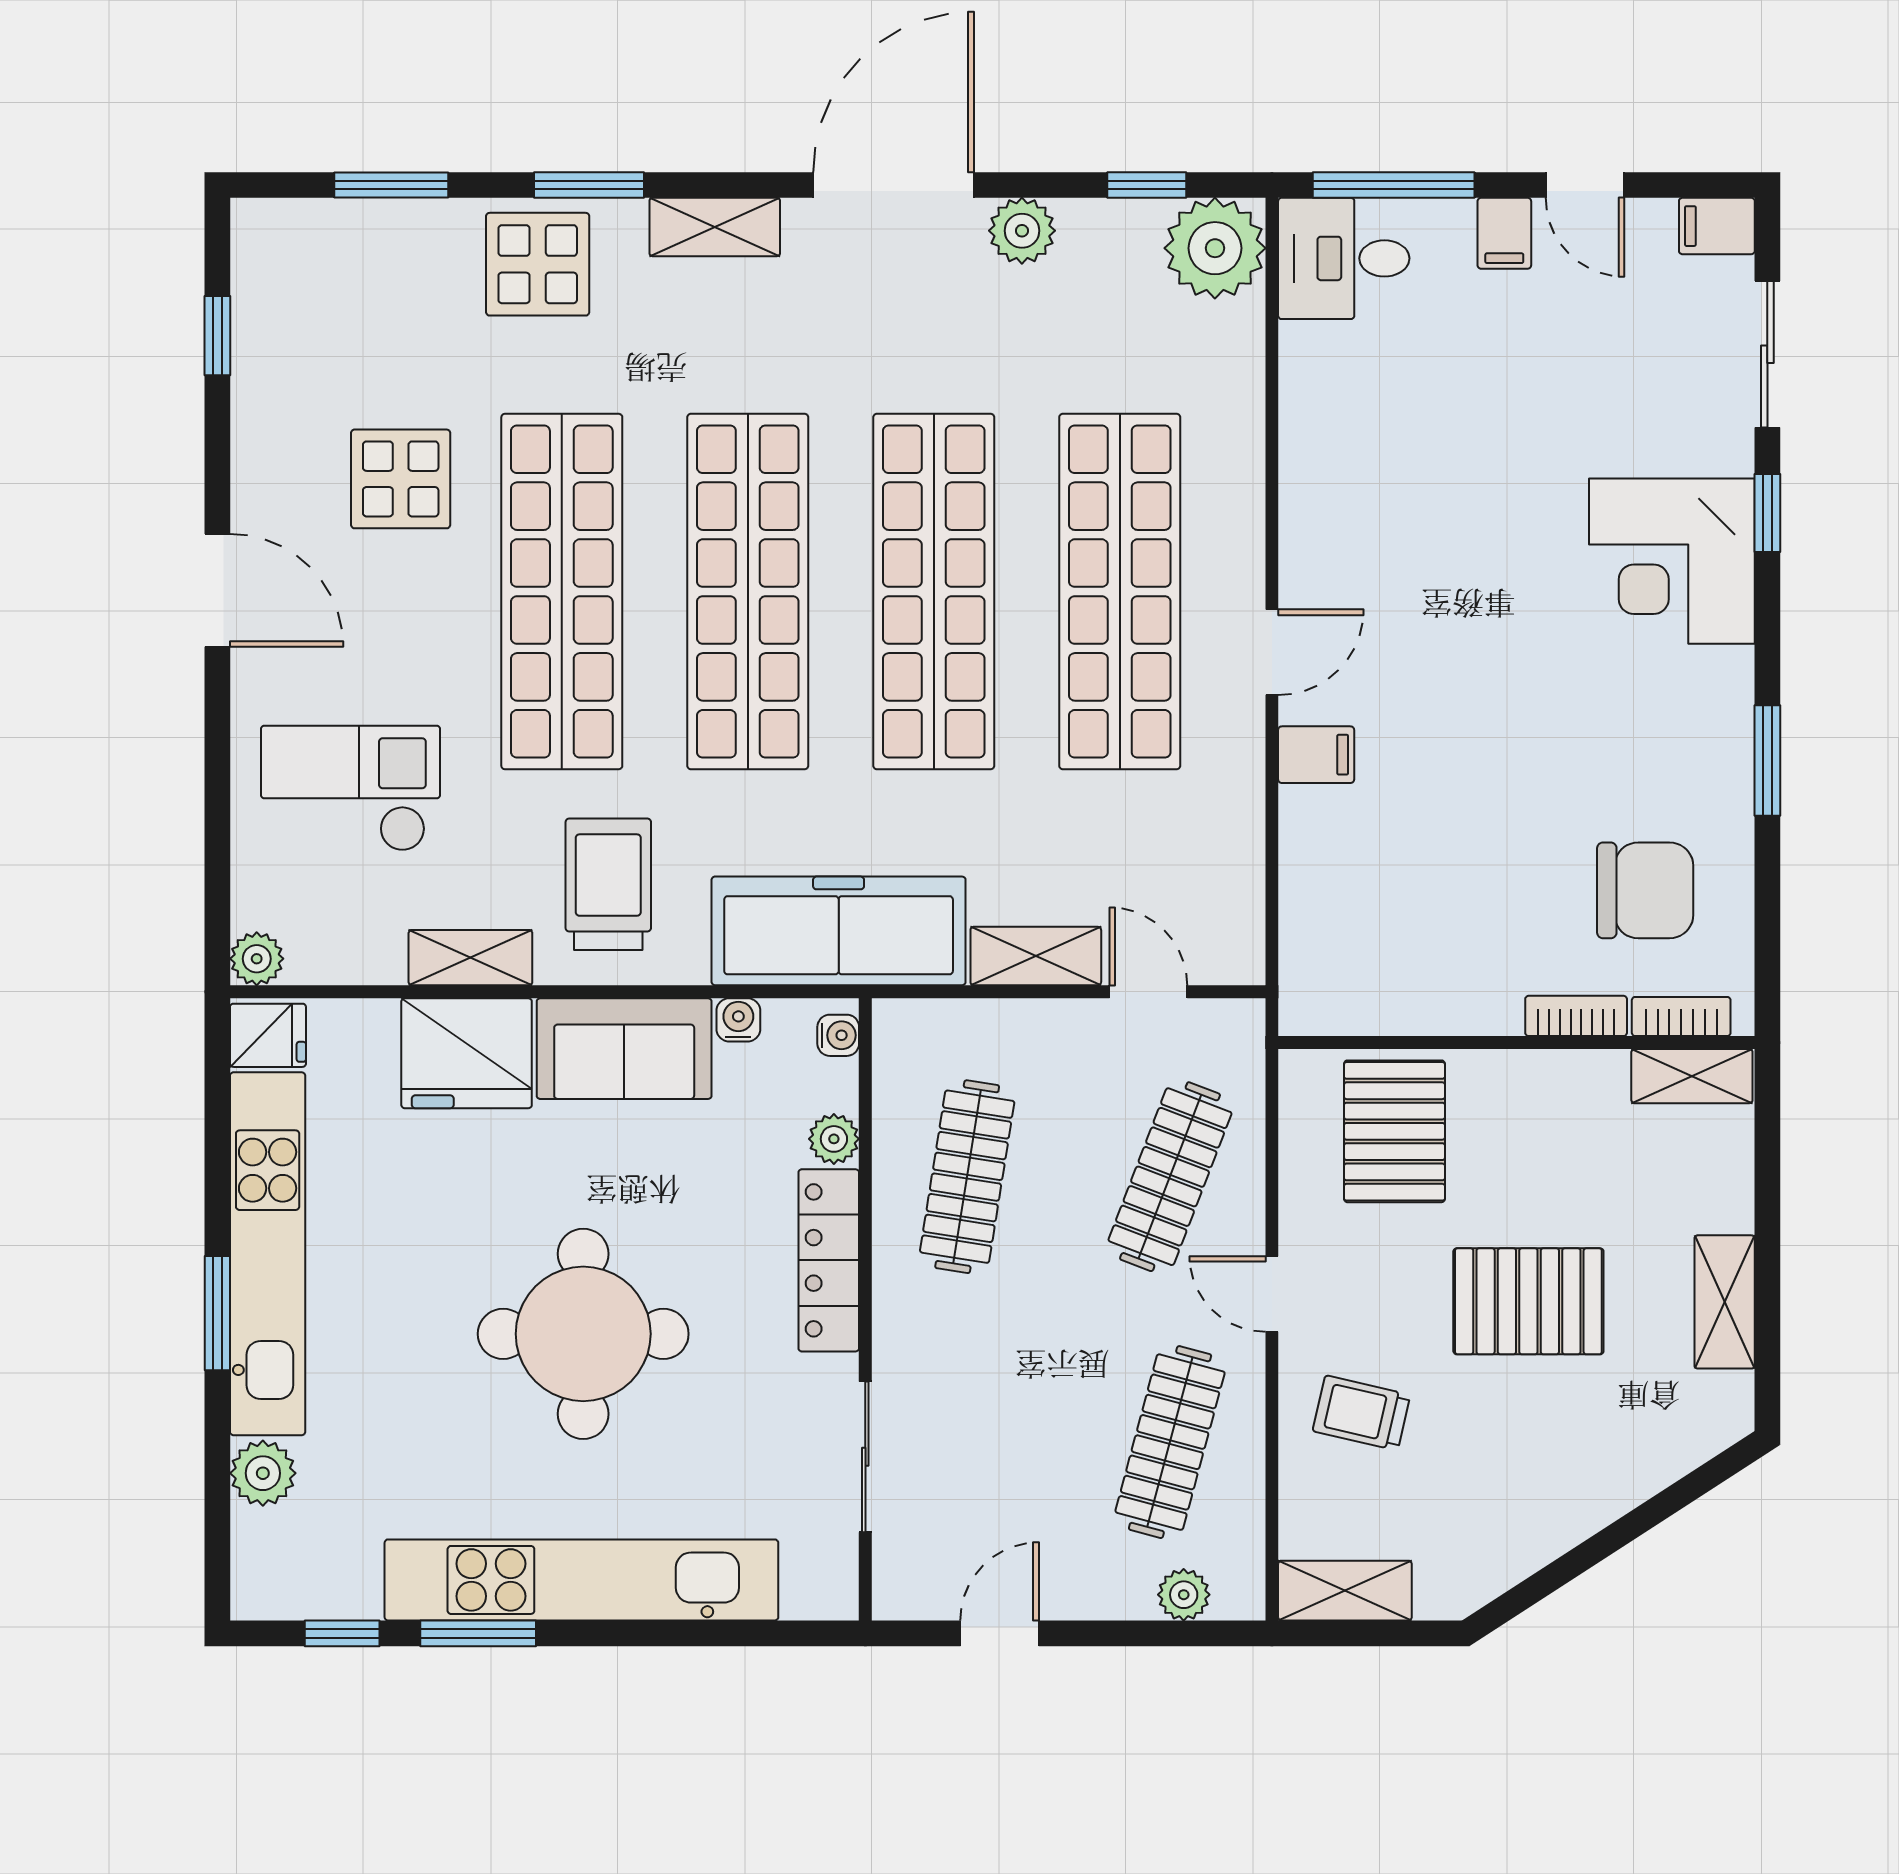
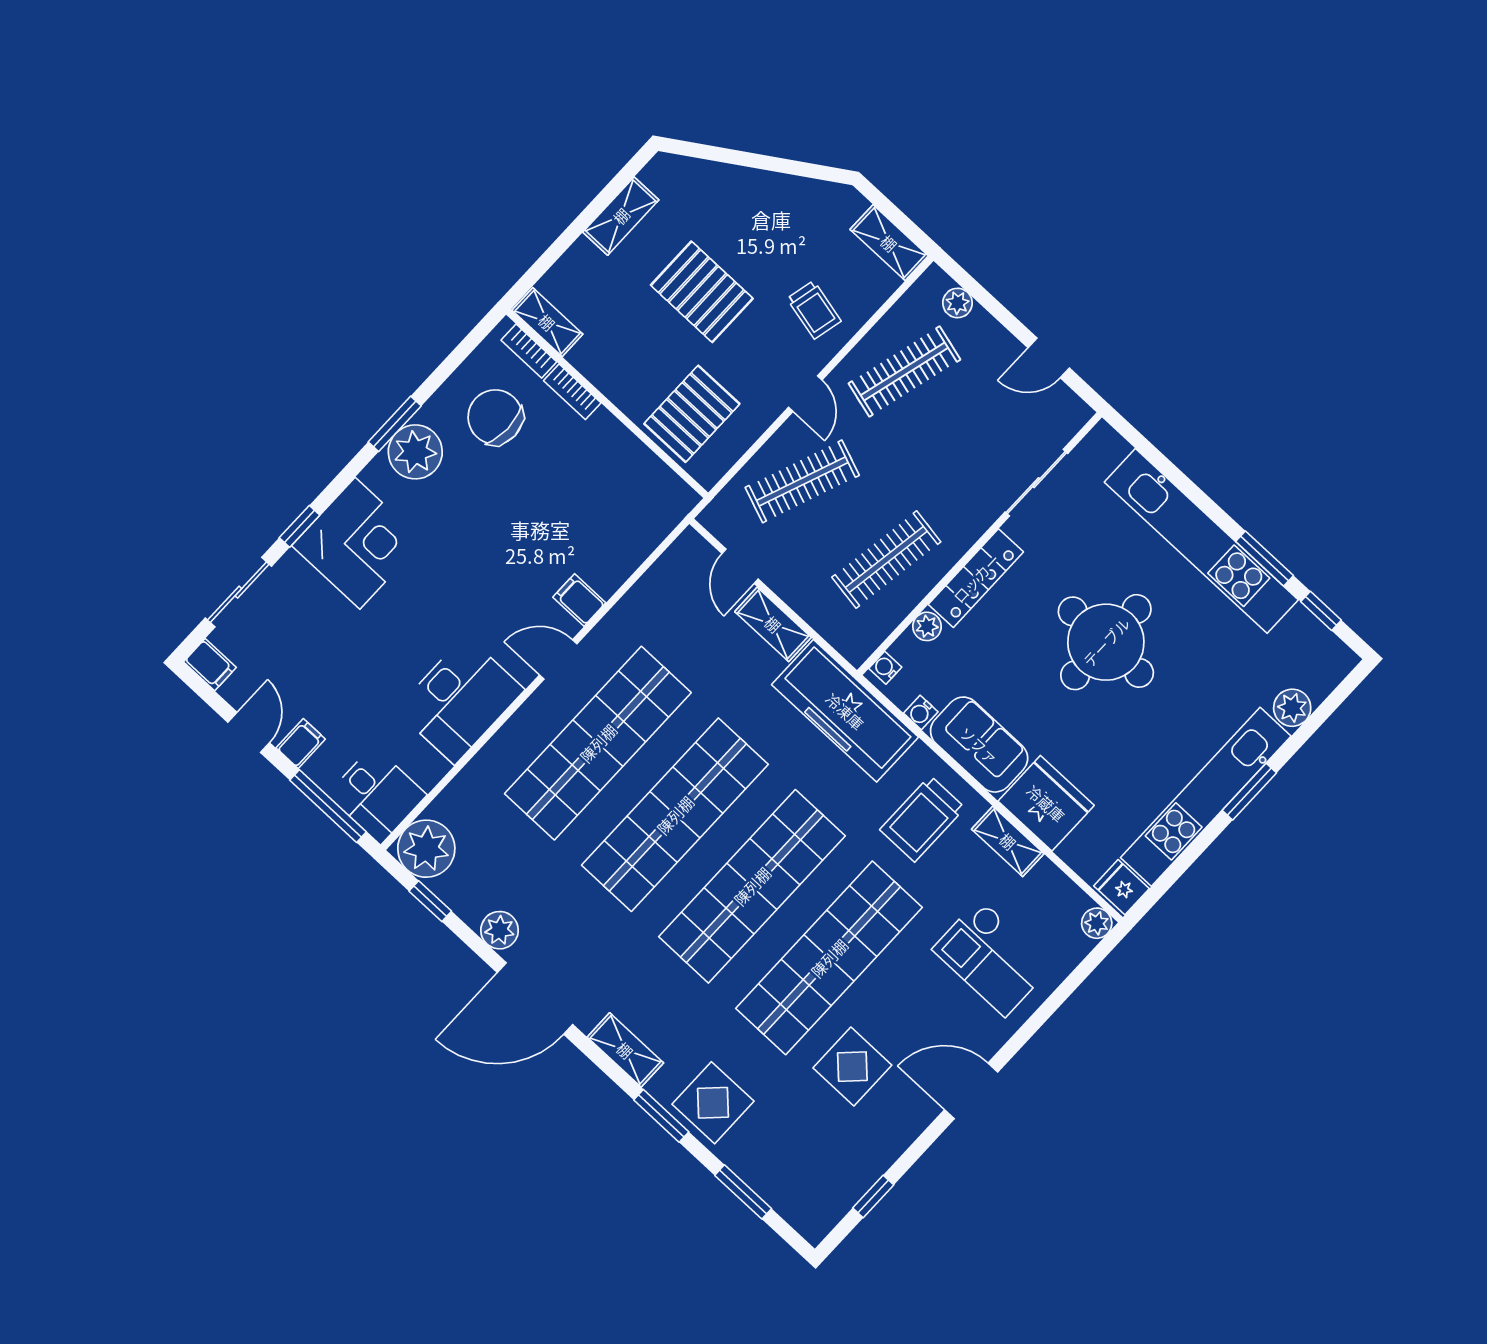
desk: (1350, 482) -> (460, 700), added
door: (217, 590) -> (971, 1091), hinge flipped
plant: (1707, 749) -> (415, 452), added

